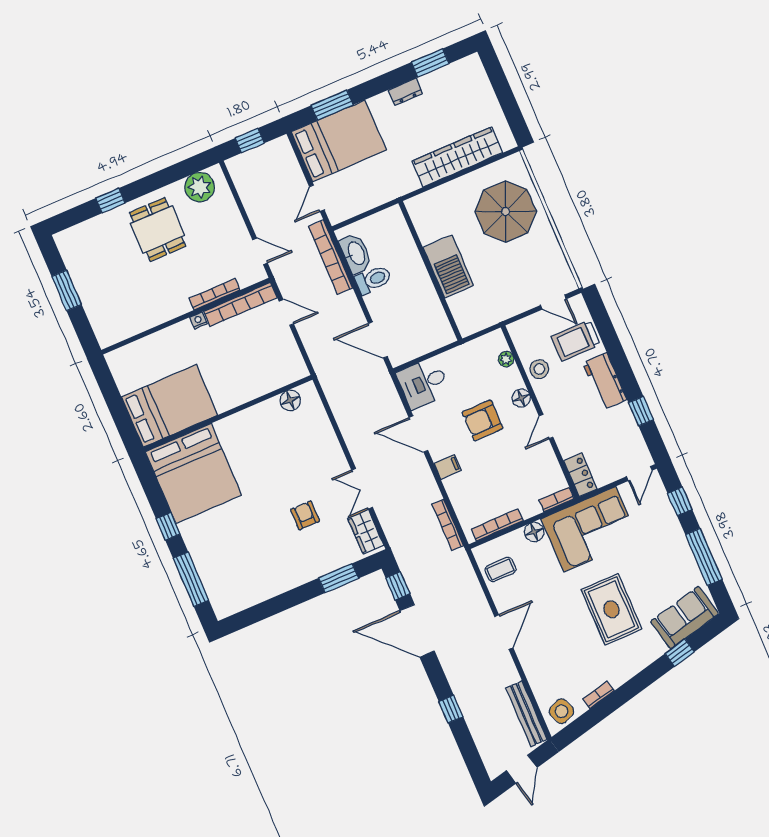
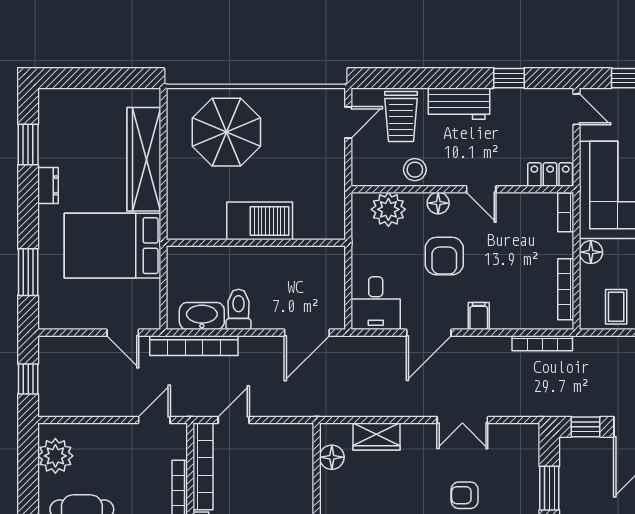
bed: (339, 141) -> (113, 246), moved, turned -90
plant: (506, 359) -> (388, 209), width x1.88, depth x1.88
wardrobe: (366, 532) -> (377, 437), moved

